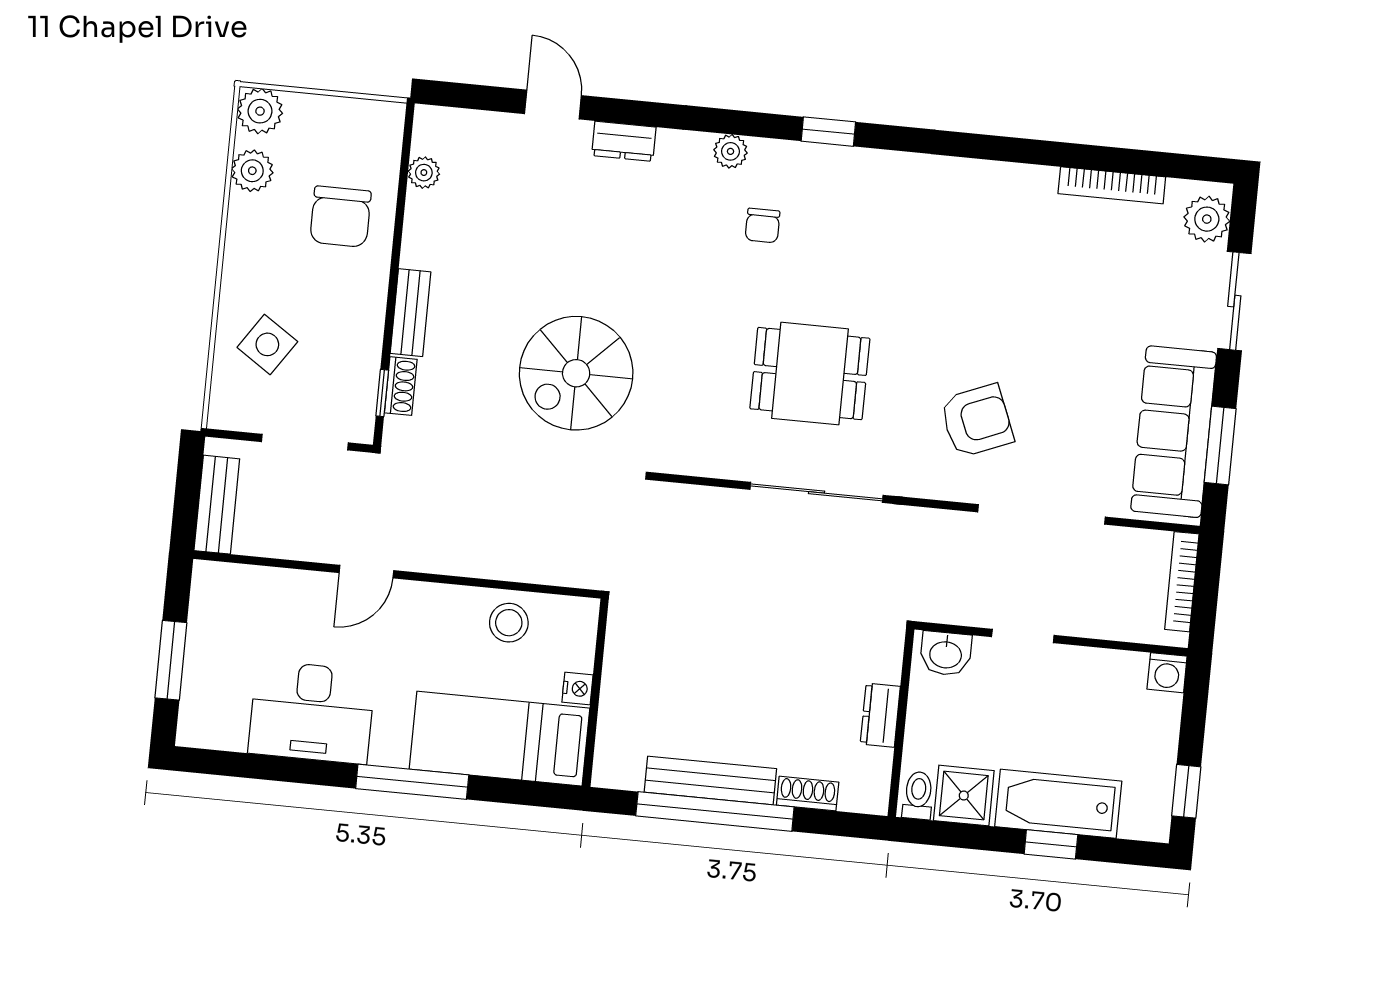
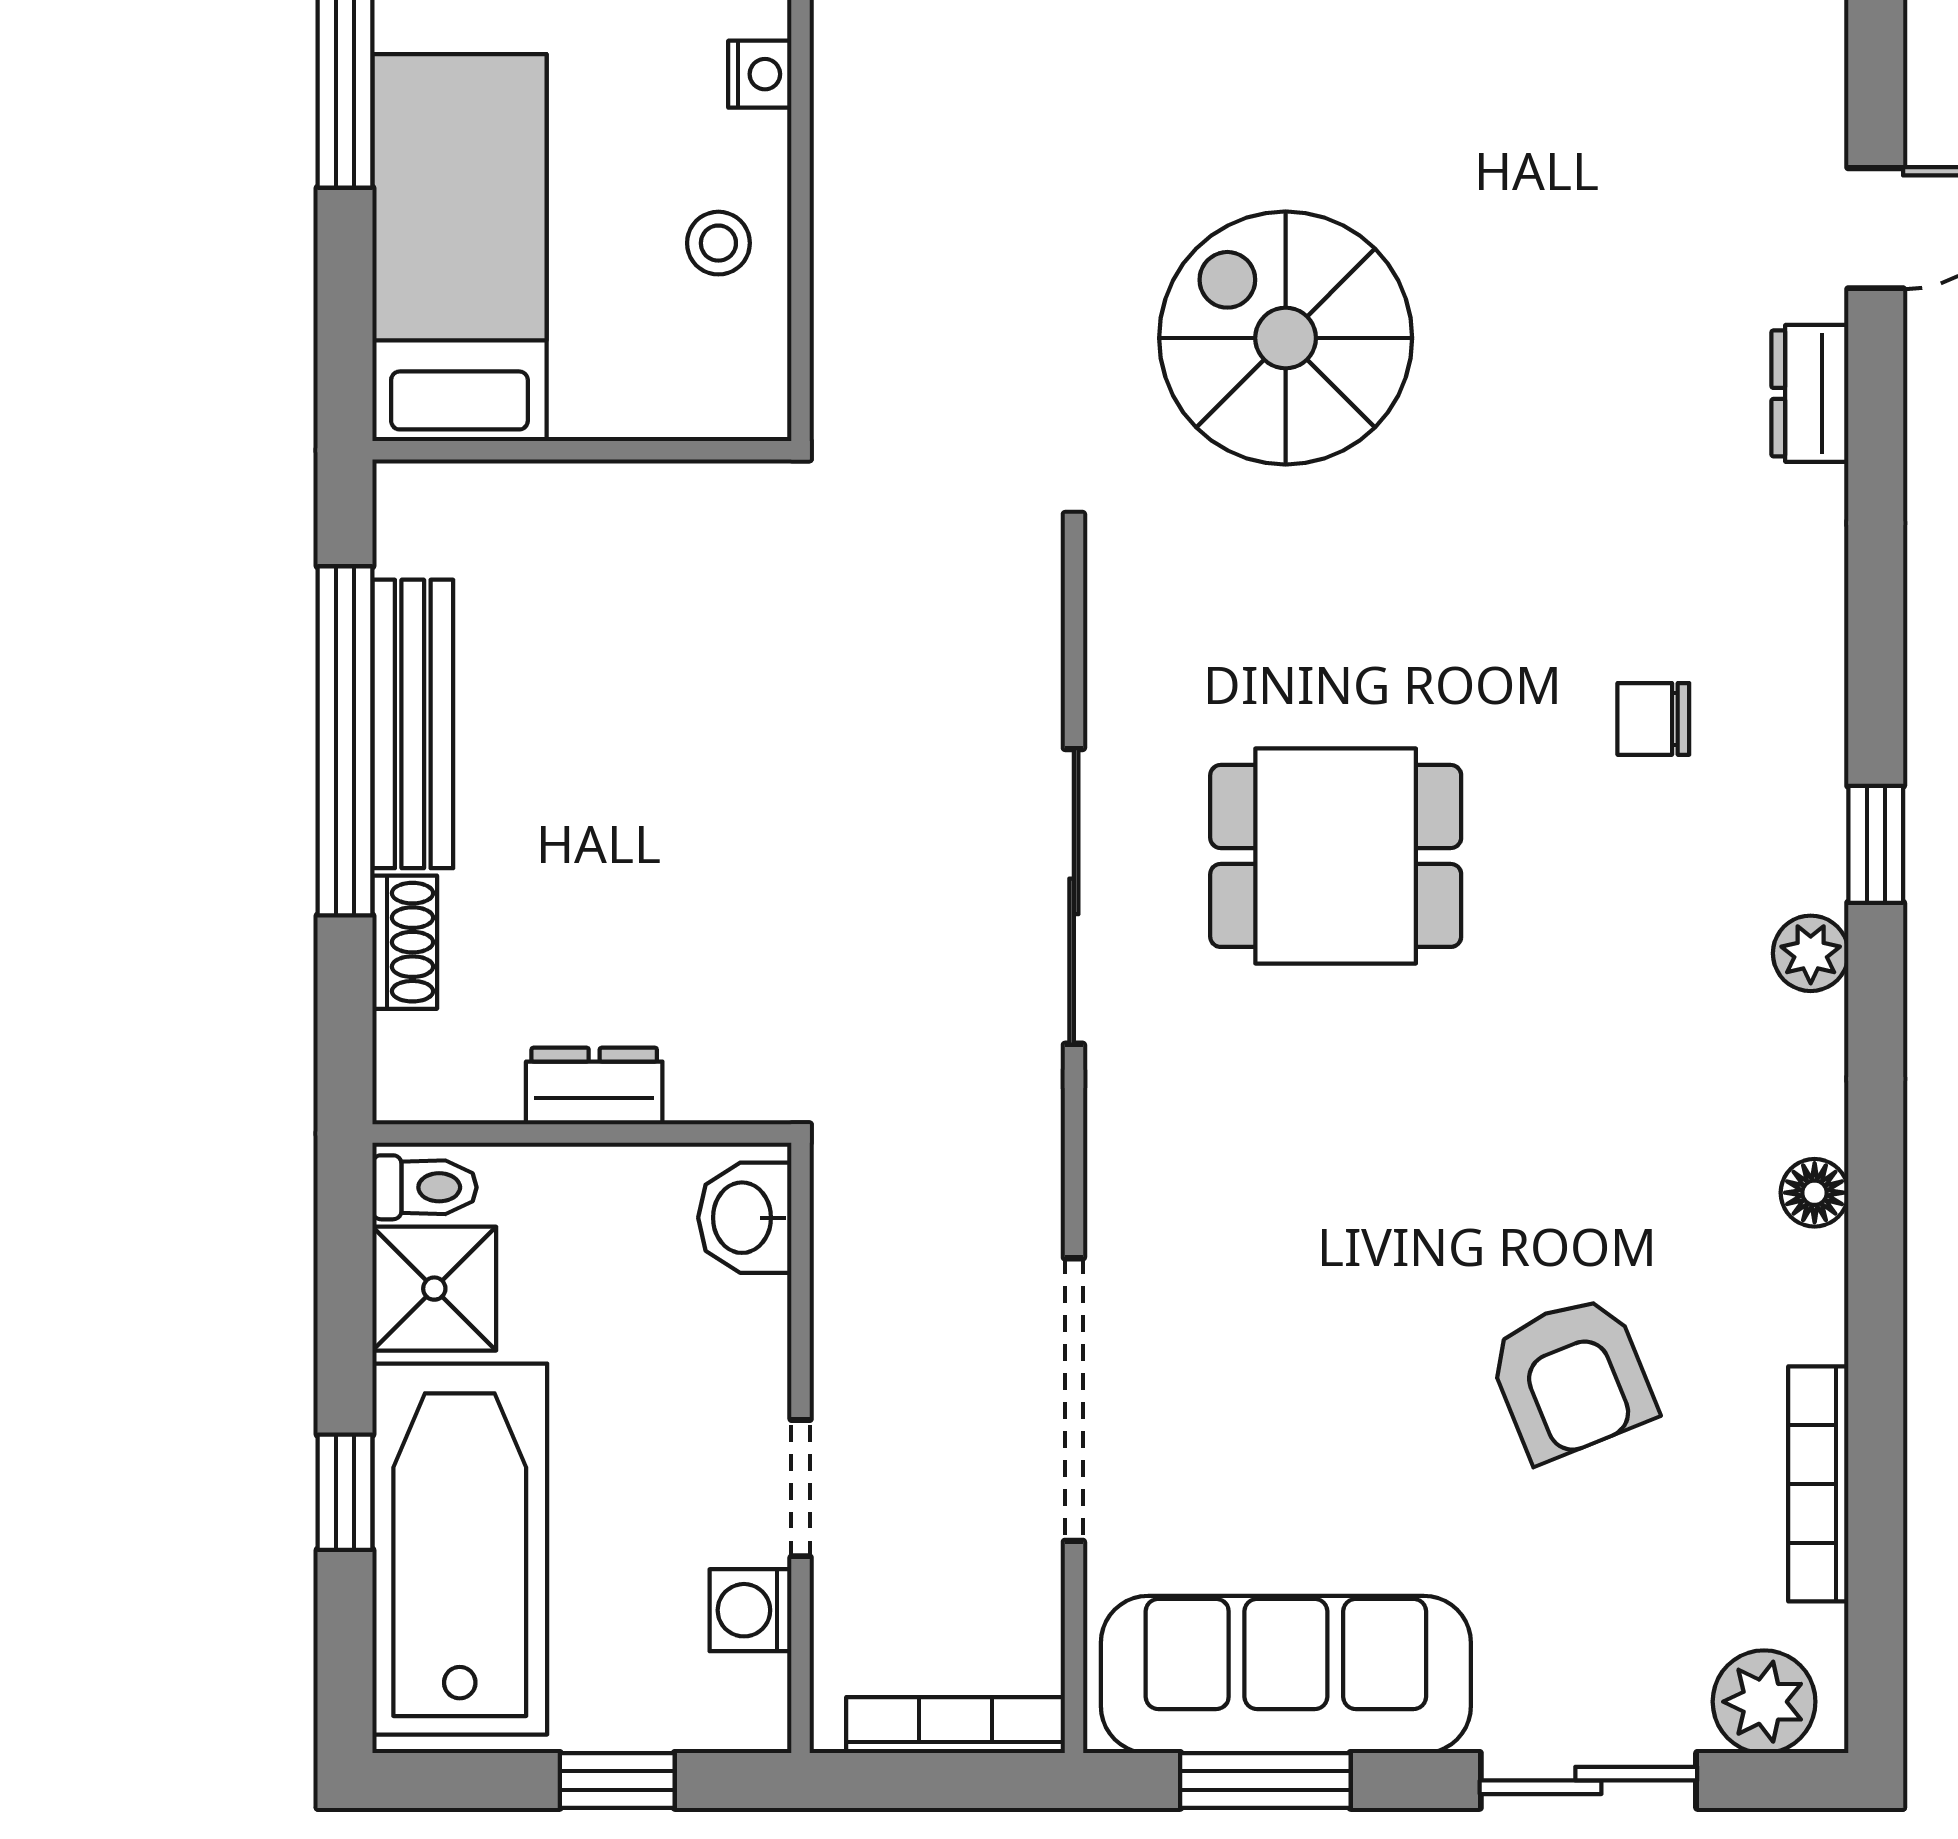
plant: (730, 151) -> (1811, 953), moved
floor lamp: (981, 174) -> (1815, 1193), added
dining table: (810, 374) -> (1336, 856), turned 90
armchair: (977, 421) -> (1571, 1378), moved
stool: (509, 623) -> (718, 243), width x0.73, depth x0.73
doorway: (1023, 636) -> (801, 1488), moved
washing machine: (1167, 673) -> (750, 1610), moved
nightstand: (577, 689) -> (760, 74), moved, turned -90
window: (1186, 791) -> (617, 1780), moved
bathtub: (1058, 804) -> (460, 1549), width x1.36, depth x1.36

